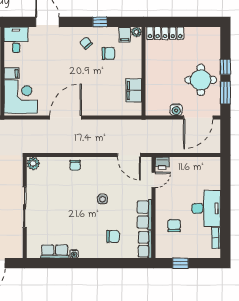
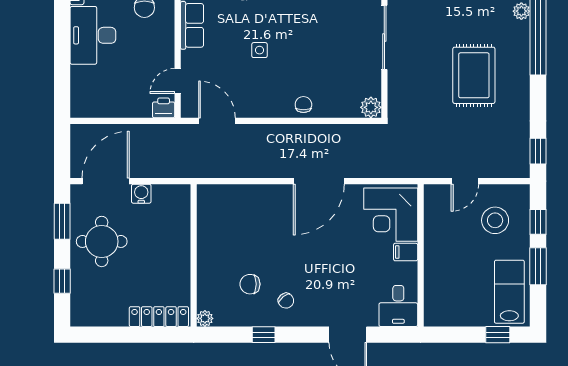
filing cabinet: (125, 34) -> (224, 315), removed
window: (225, 67) -> (62, 281), moved
filing cabinet: (134, 91) -> (209, 225), removed

